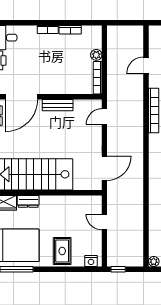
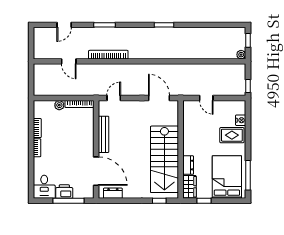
bench: (58, 105) -> (104, 134), width x1.36
door: (104, 117) -> (114, 98), swing flipped
door: (104, 222) -> (206, 98), hinge flipped
nightstand: (91, 261) -> (241, 120), moved

